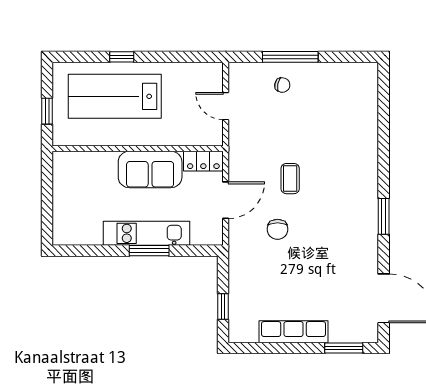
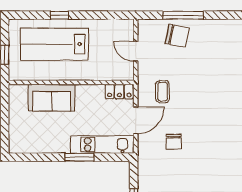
chair: (282, 85) -> (177, 36), width x1.87, depth x1.87
sofa: (150, 169) -> (52, 98), moved
coffee table: (290, 179) -> (163, 92), moved
kitchen unit: (147, 233) -> (102, 145), moved

